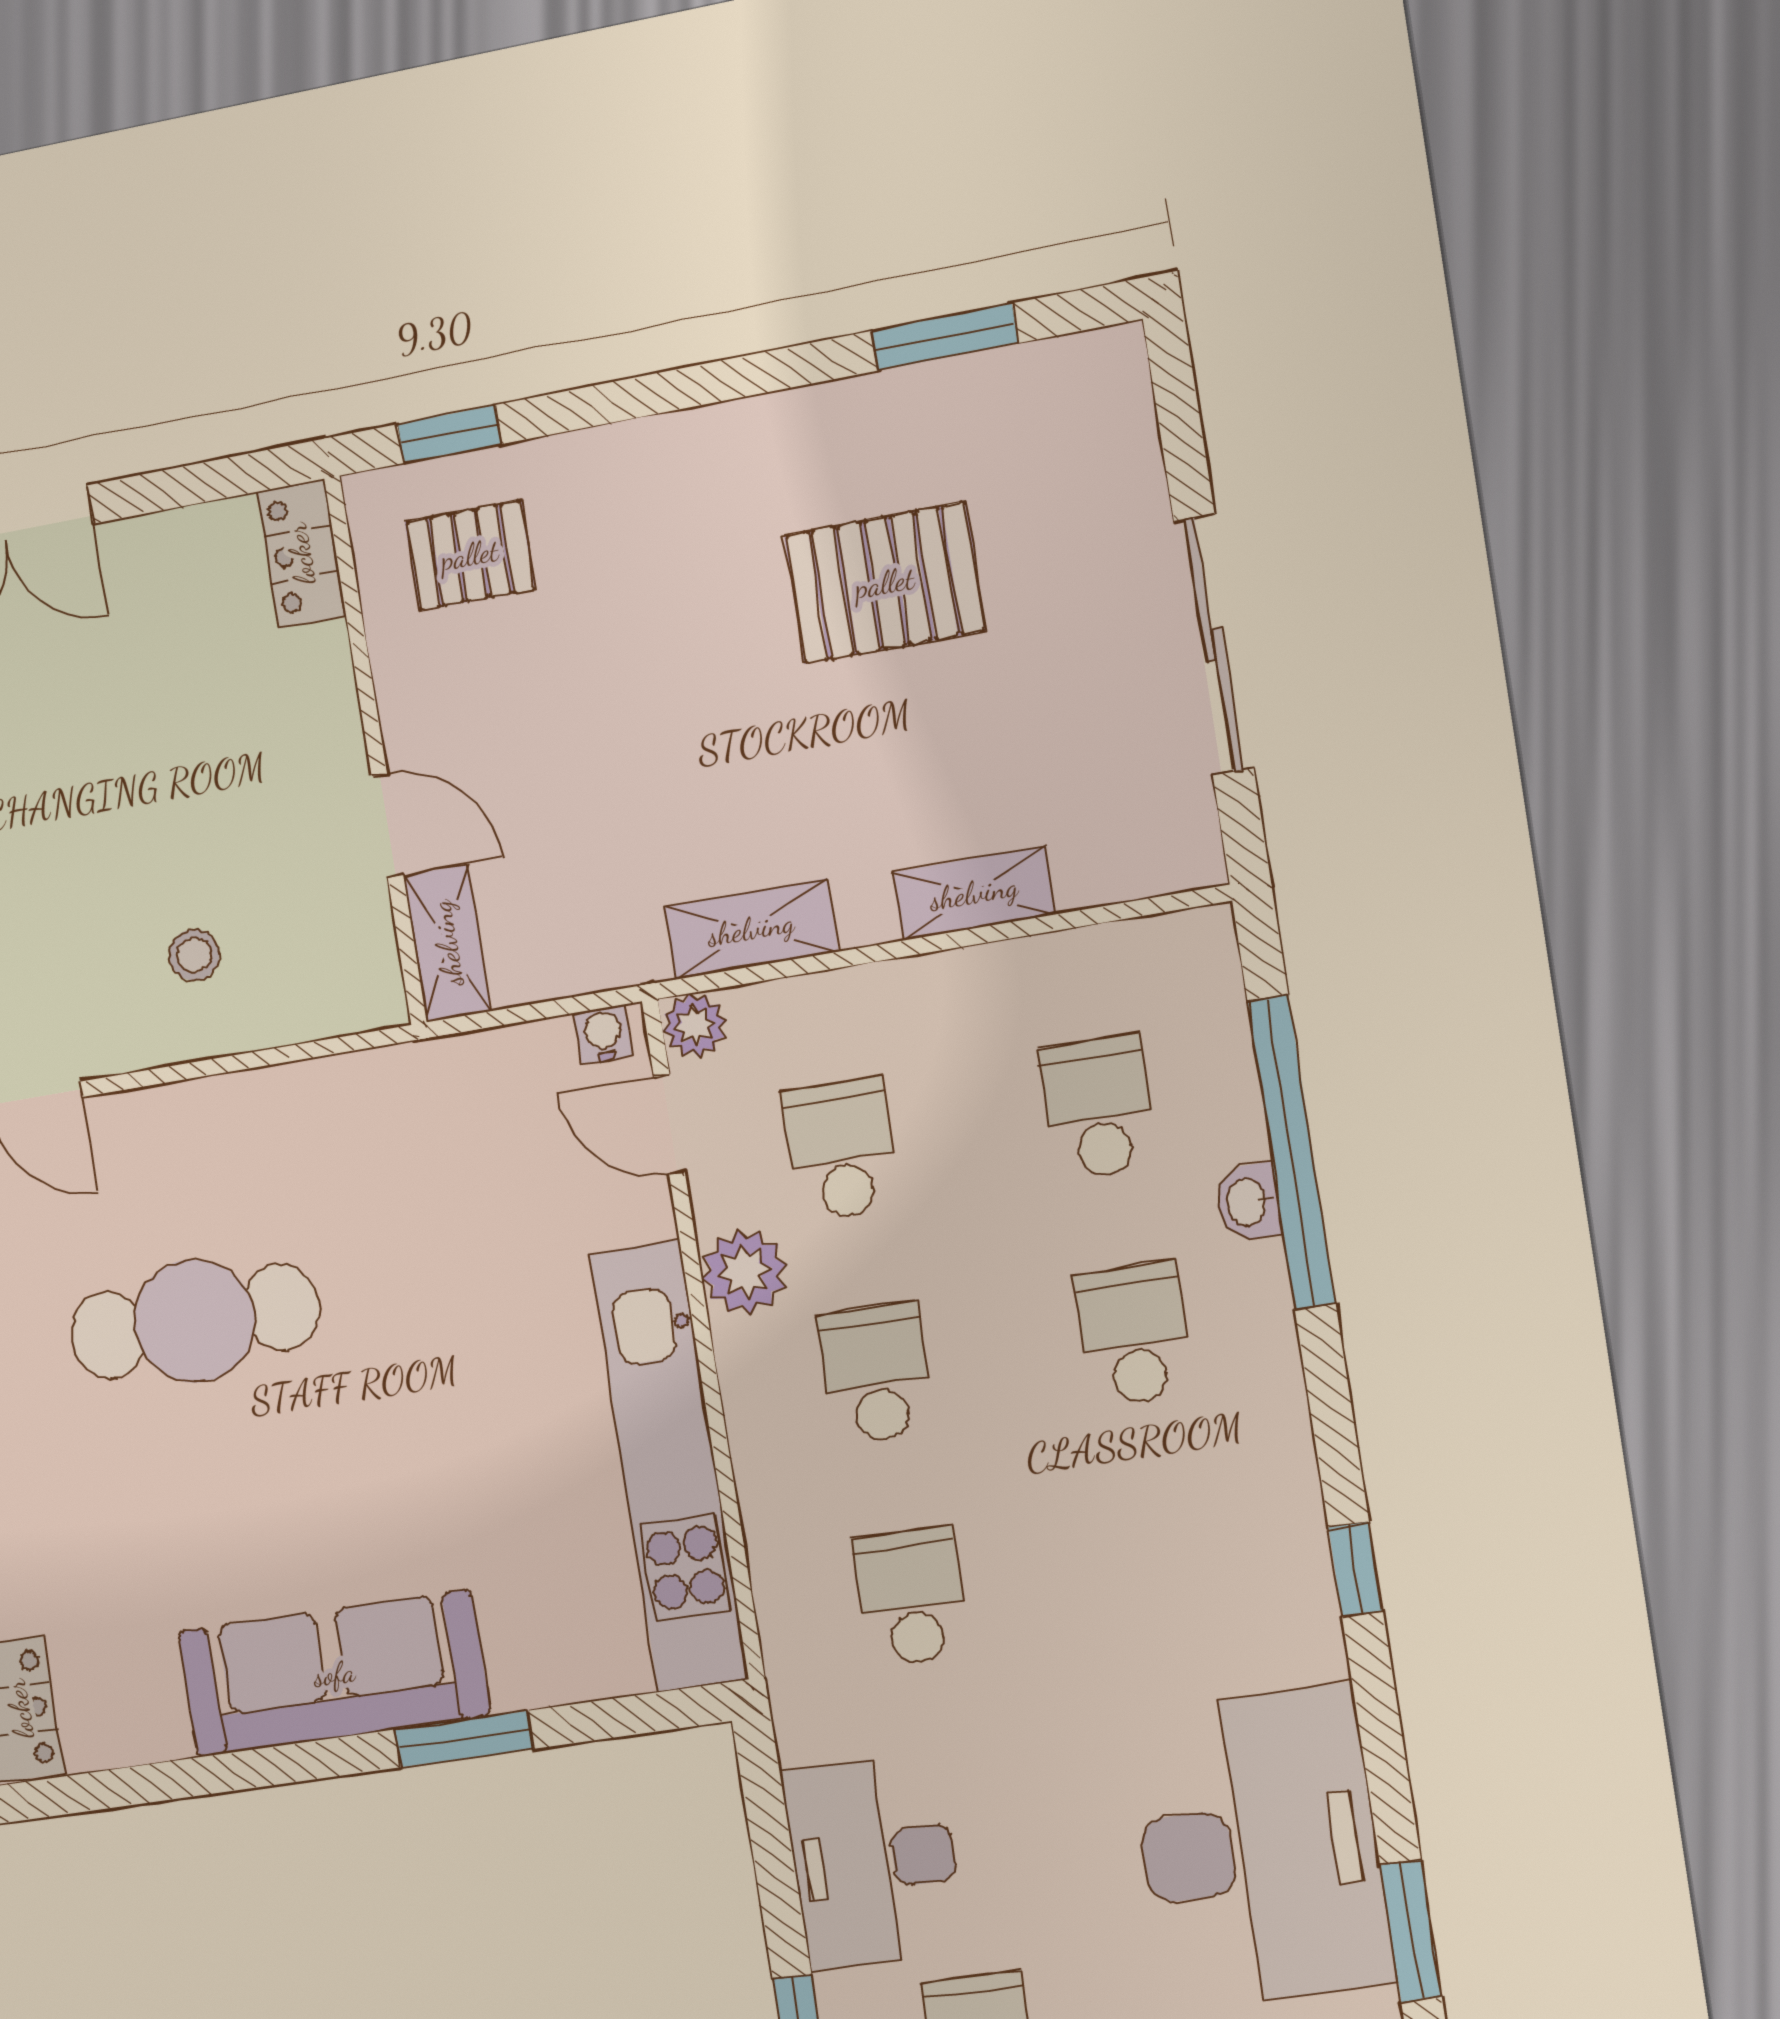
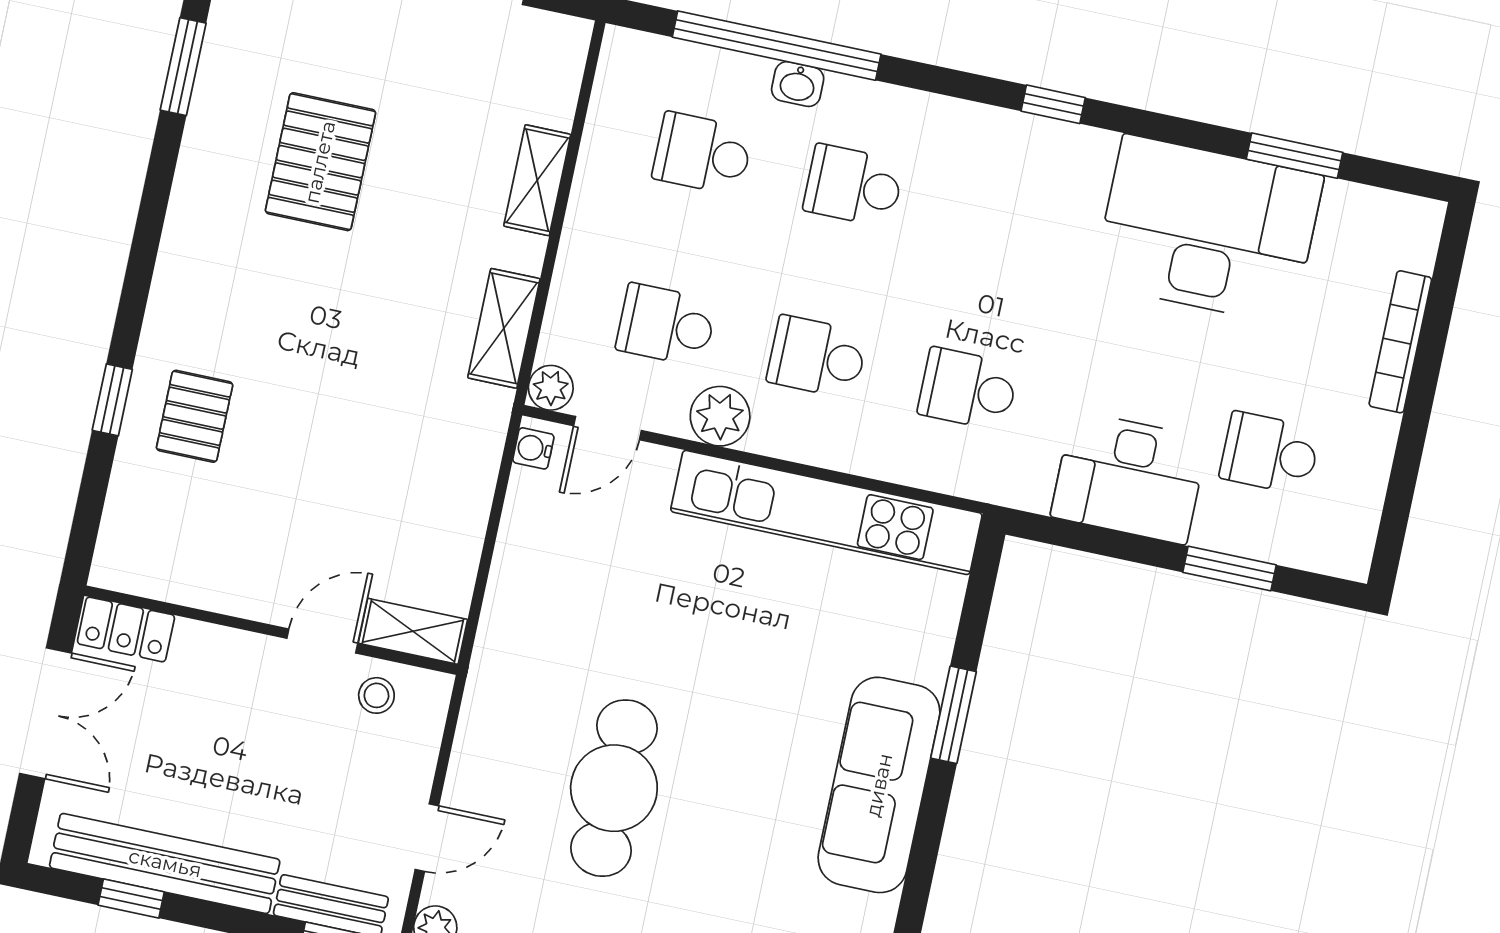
locker: (301, 554) -> (126, 629), moved
wall: (375, 751) -> (271, 630), moved
door: (387, 826) -> (322, 641), moved
shelving: (447, 943) -> (413, 631), moved

